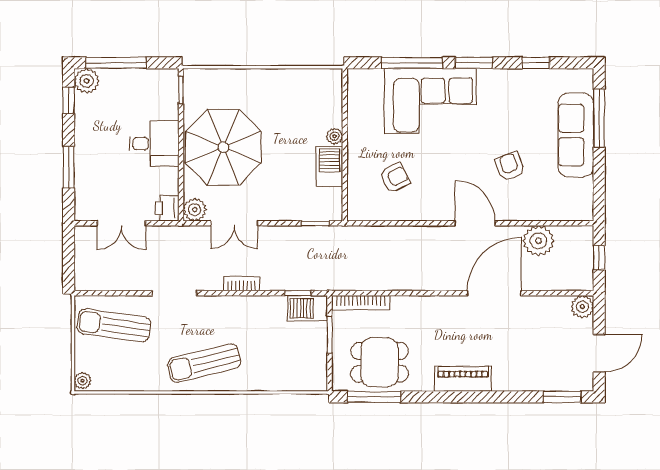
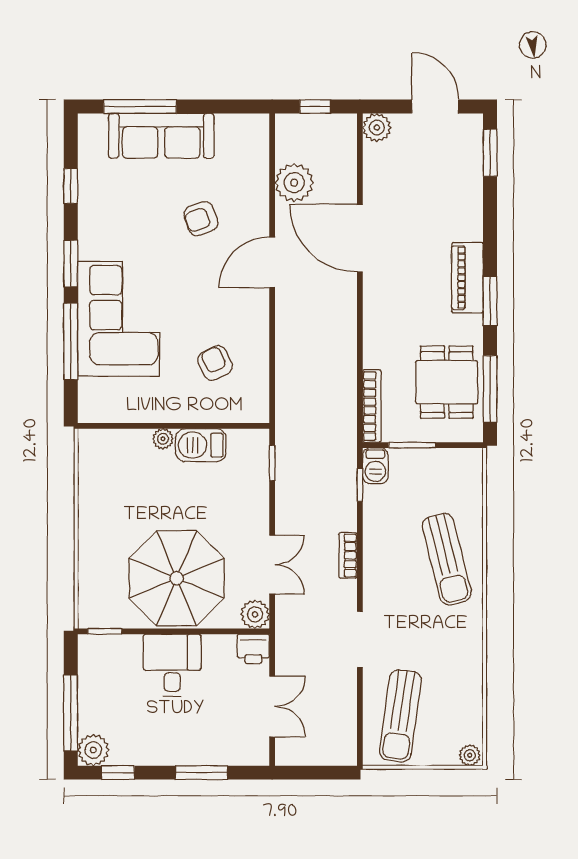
barbecue: (308, 308) -> (375, 466), width x0.73, depth x0.79
sun lounger: (204, 363) -> (447, 559), moved
window: (444, 397) -> (490, 301), added

